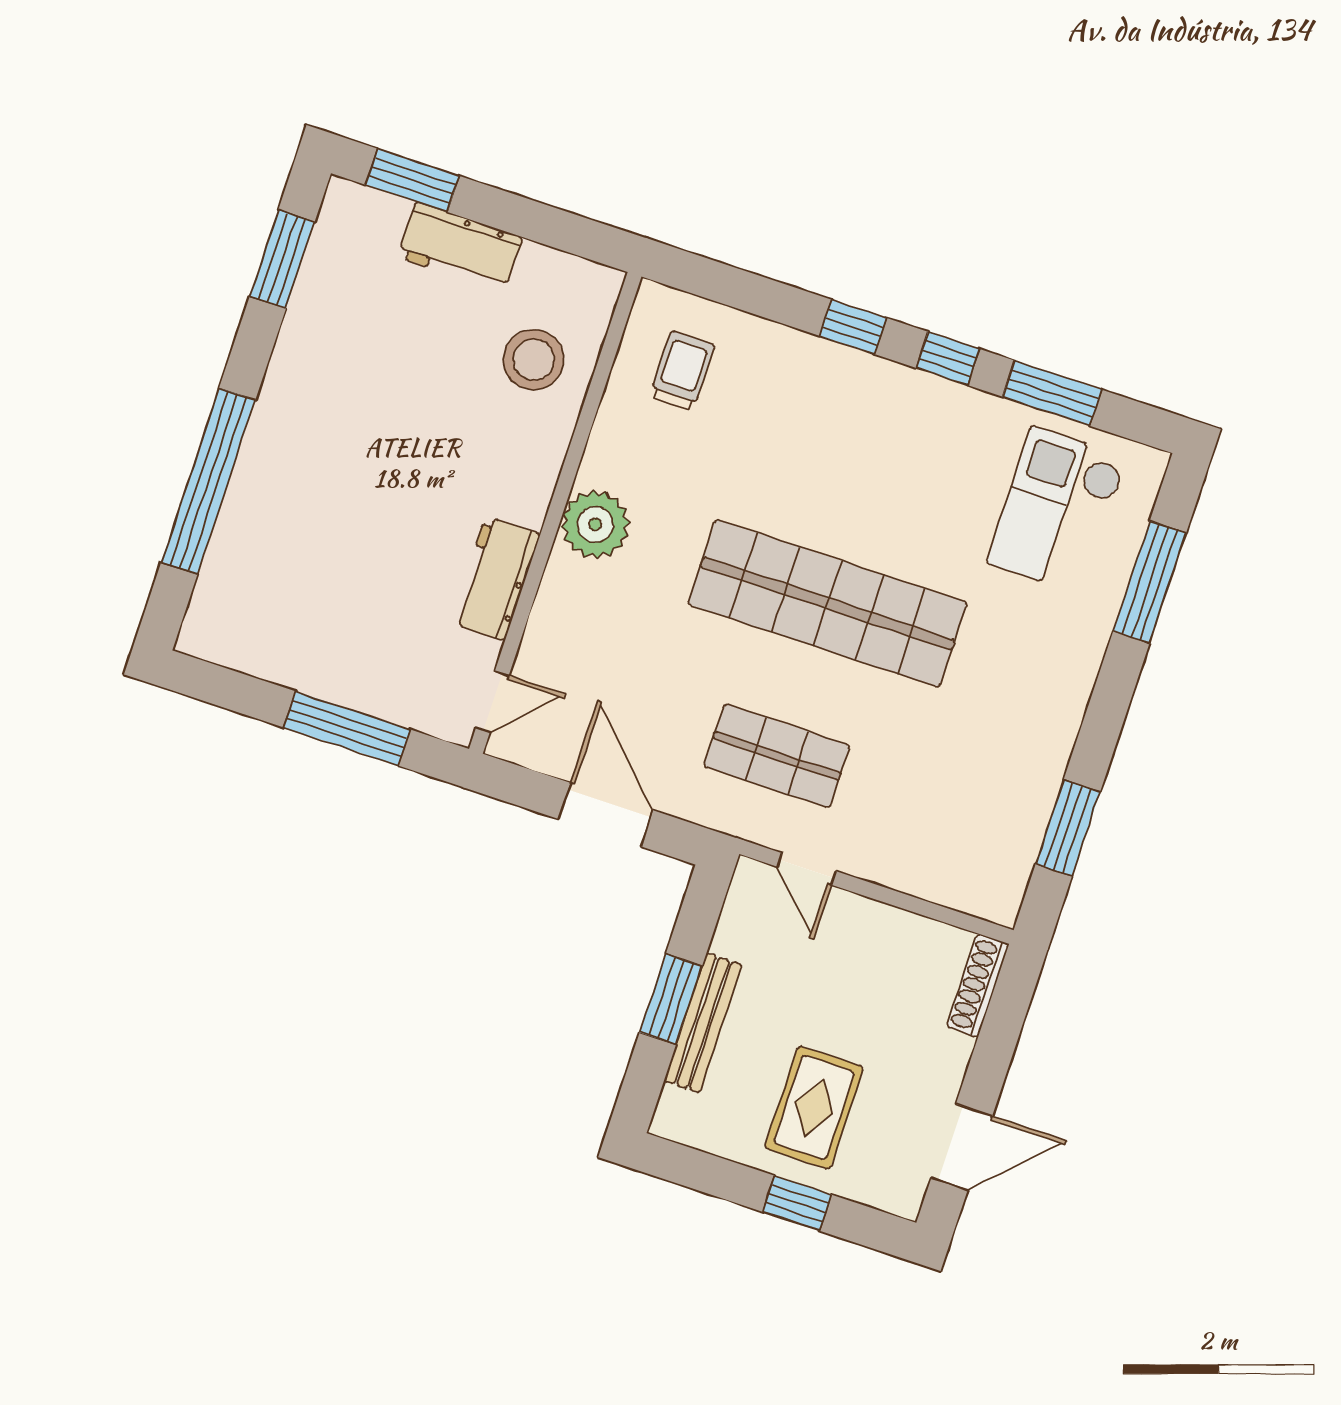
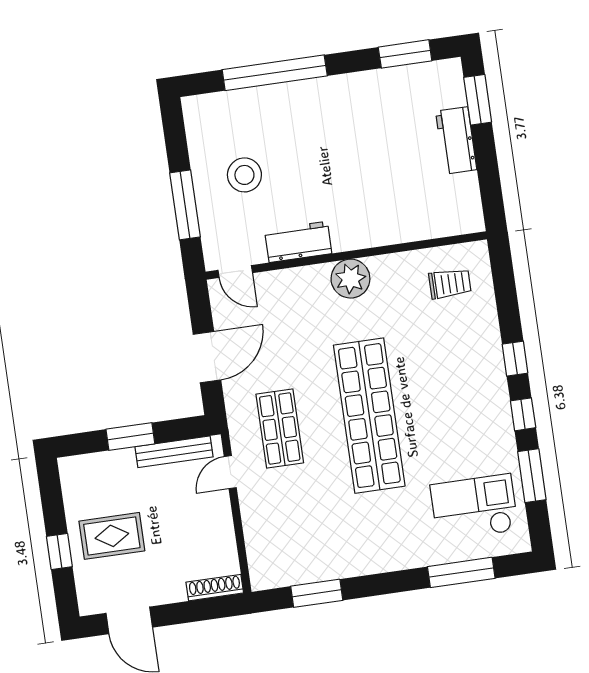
stool: (534, 360) -> (244, 175), moved
bench: (703, 1023) -> (174, 452), moved

